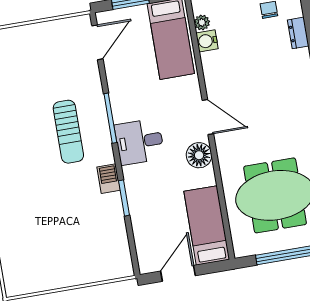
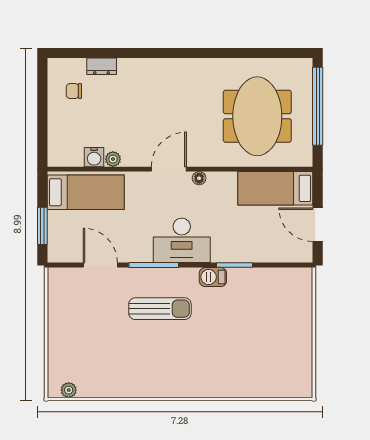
plant: (202, 22) -> (113, 159), moved
door: (97, 42) -> (100, 265), moved
desk: (140, 142) -> (182, 240), width x1.37
floor lamp: (199, 155) -> (199, 178), width x0.53, depth x0.53

